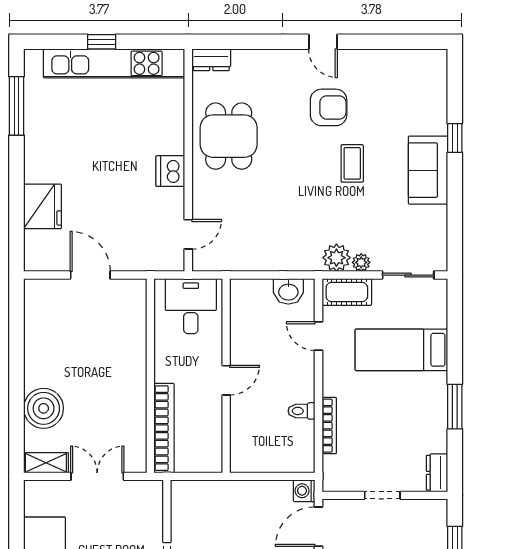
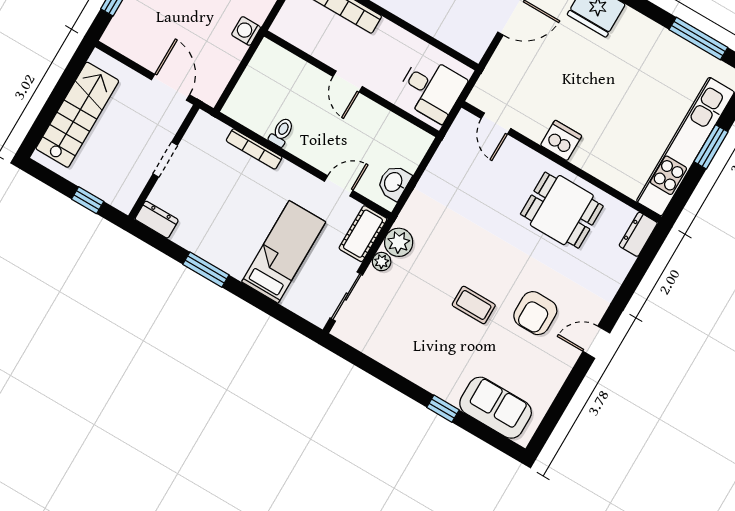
window: (102, 42) -> (711, 147), width x1.50
sofa: (428, 170) -> (496, 408), moved
washing machine: (304, 491) -> (246, 31), moved, turned -90

